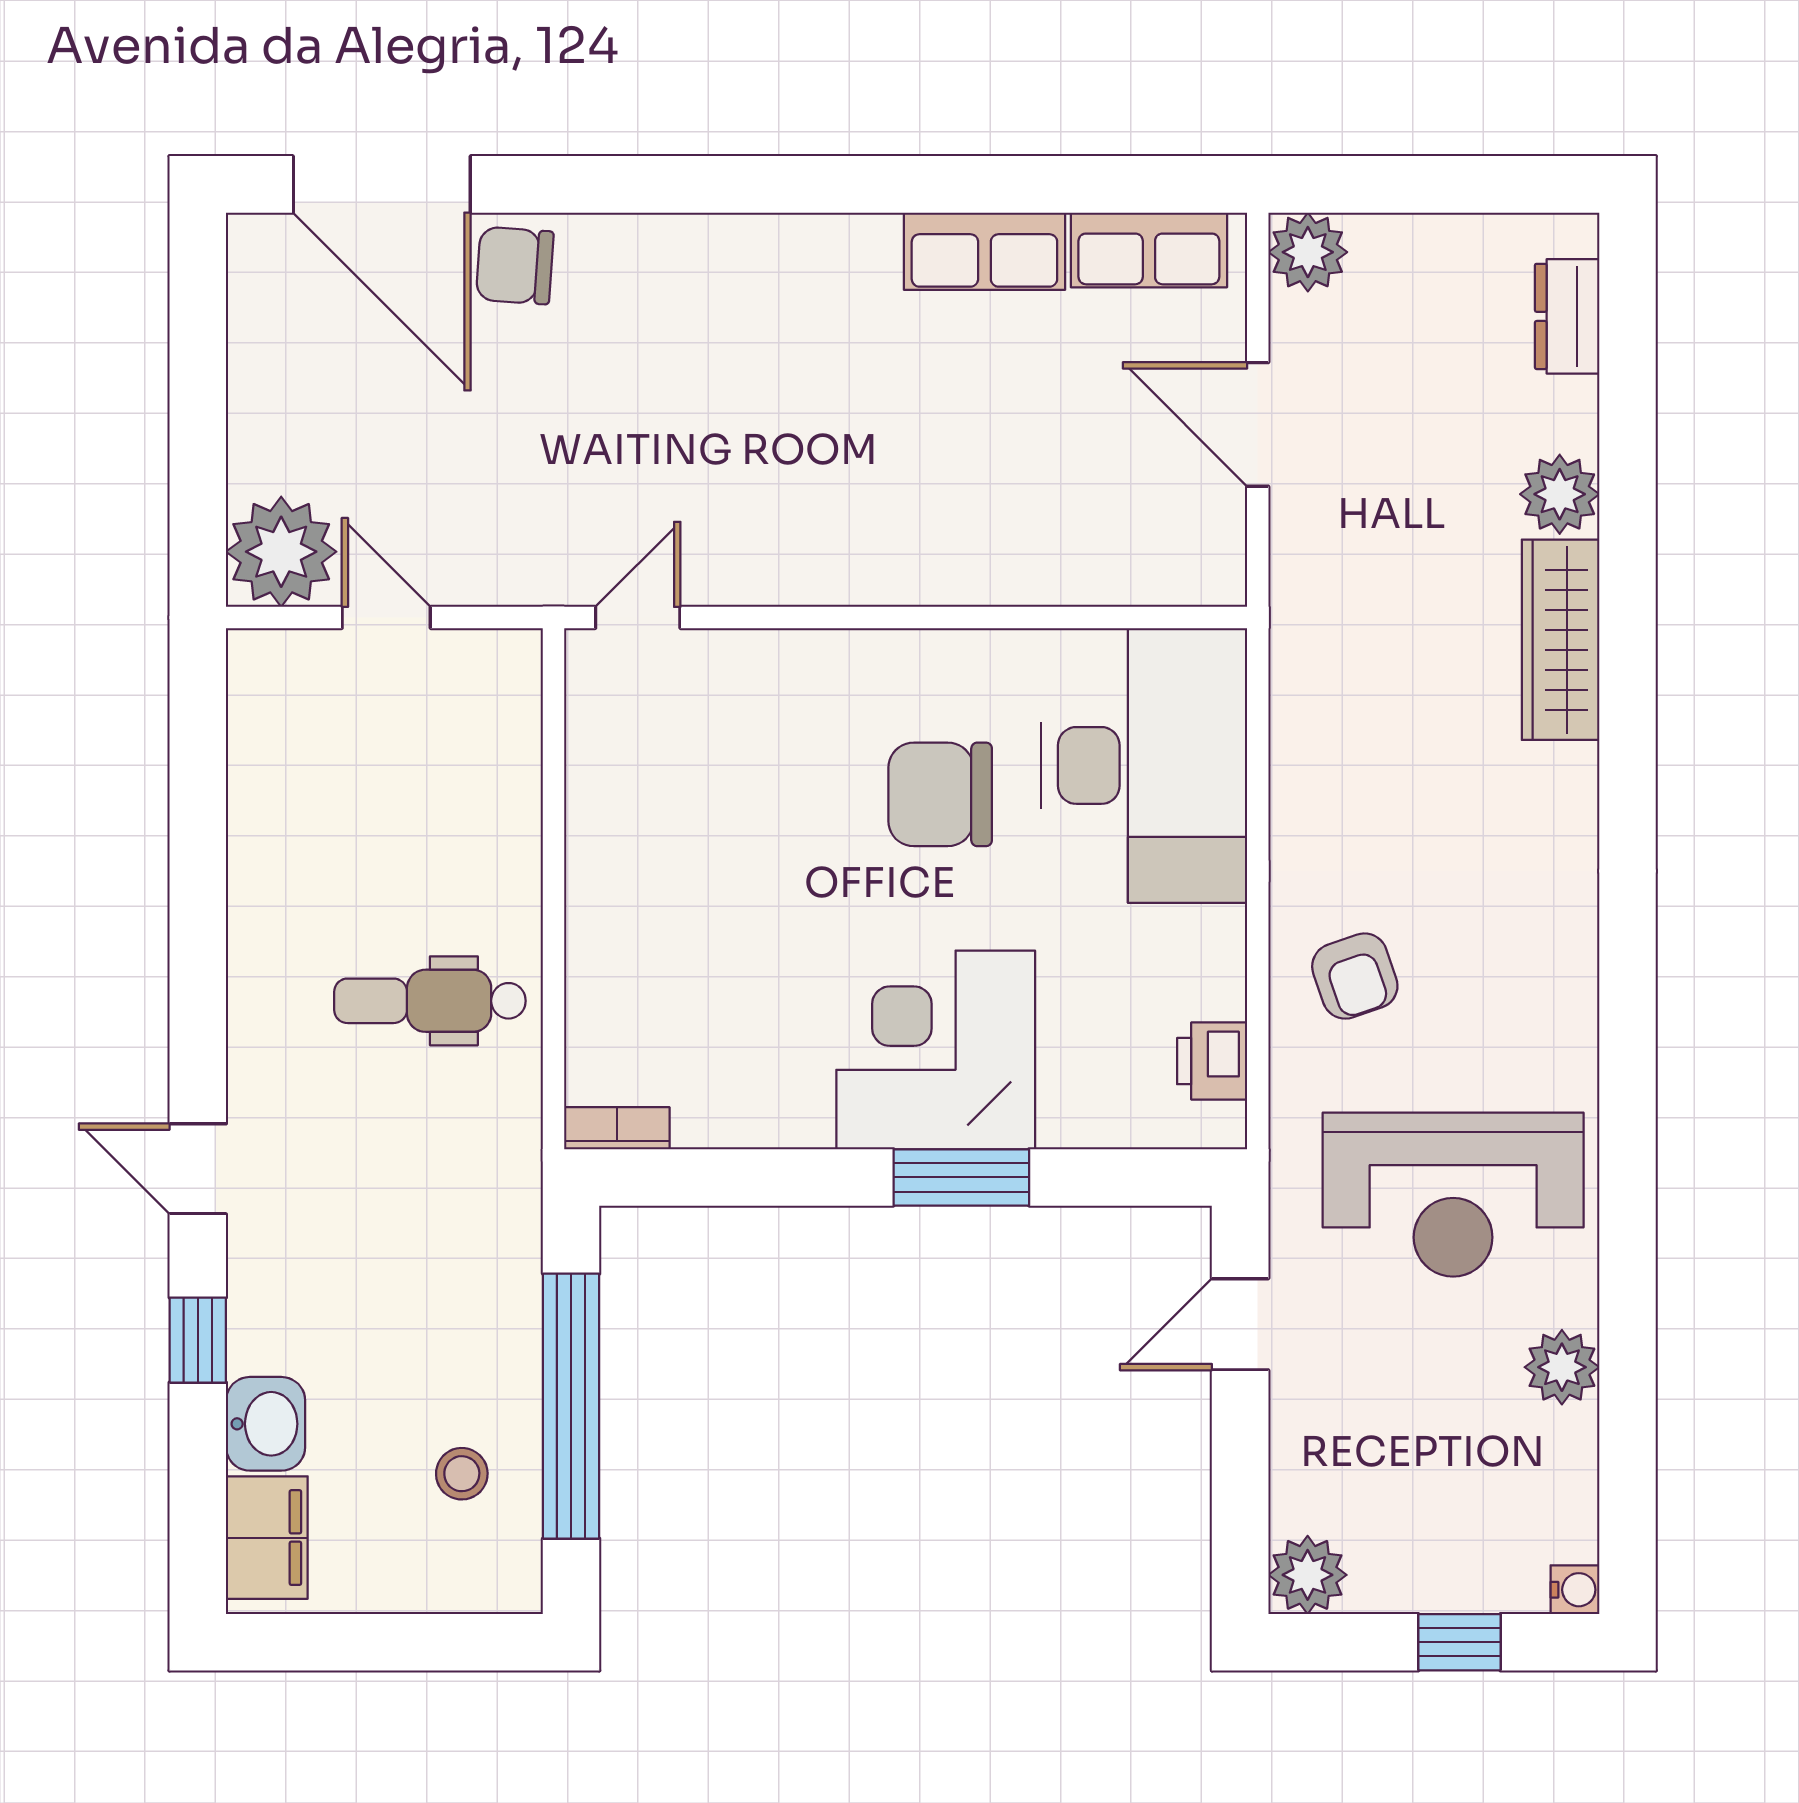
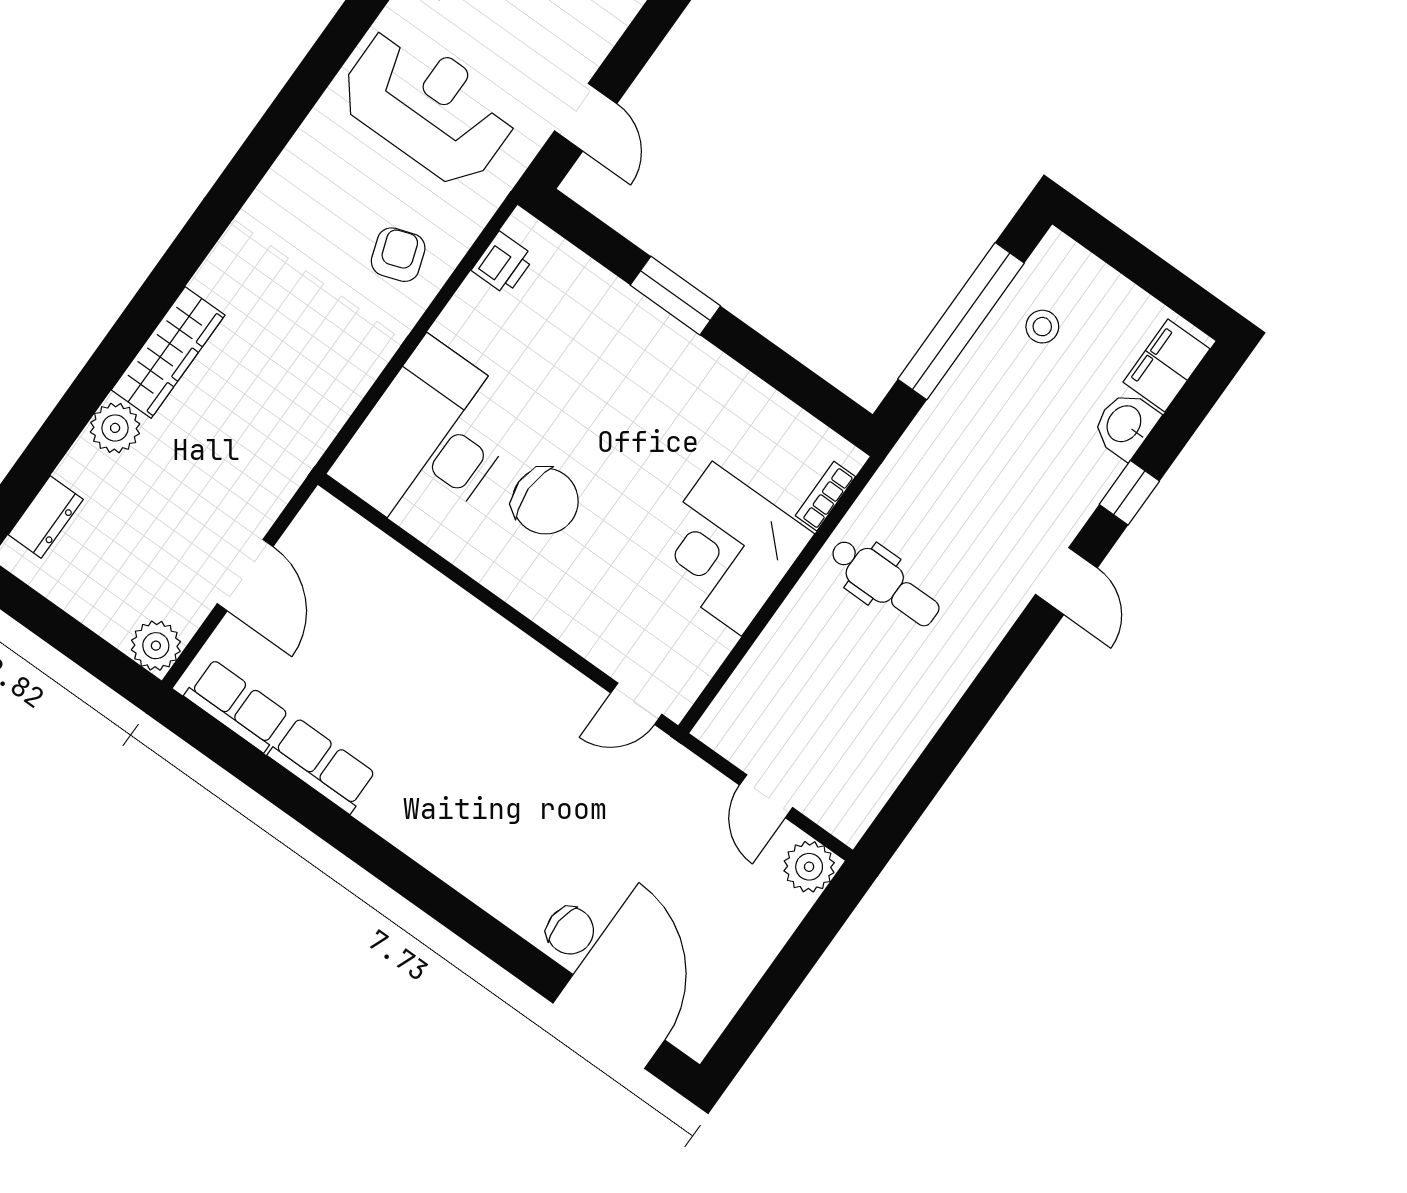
plant: (281, 552) -> (809, 867), width x0.73, depth x0.73
corner desk: (936, 1050) -> (727, 549), moved, turned 90
bookcase: (617, 1128) -> (825, 496), moved, turned 90
door: (1240, 1324) -> (586, 117), hinge flipped

